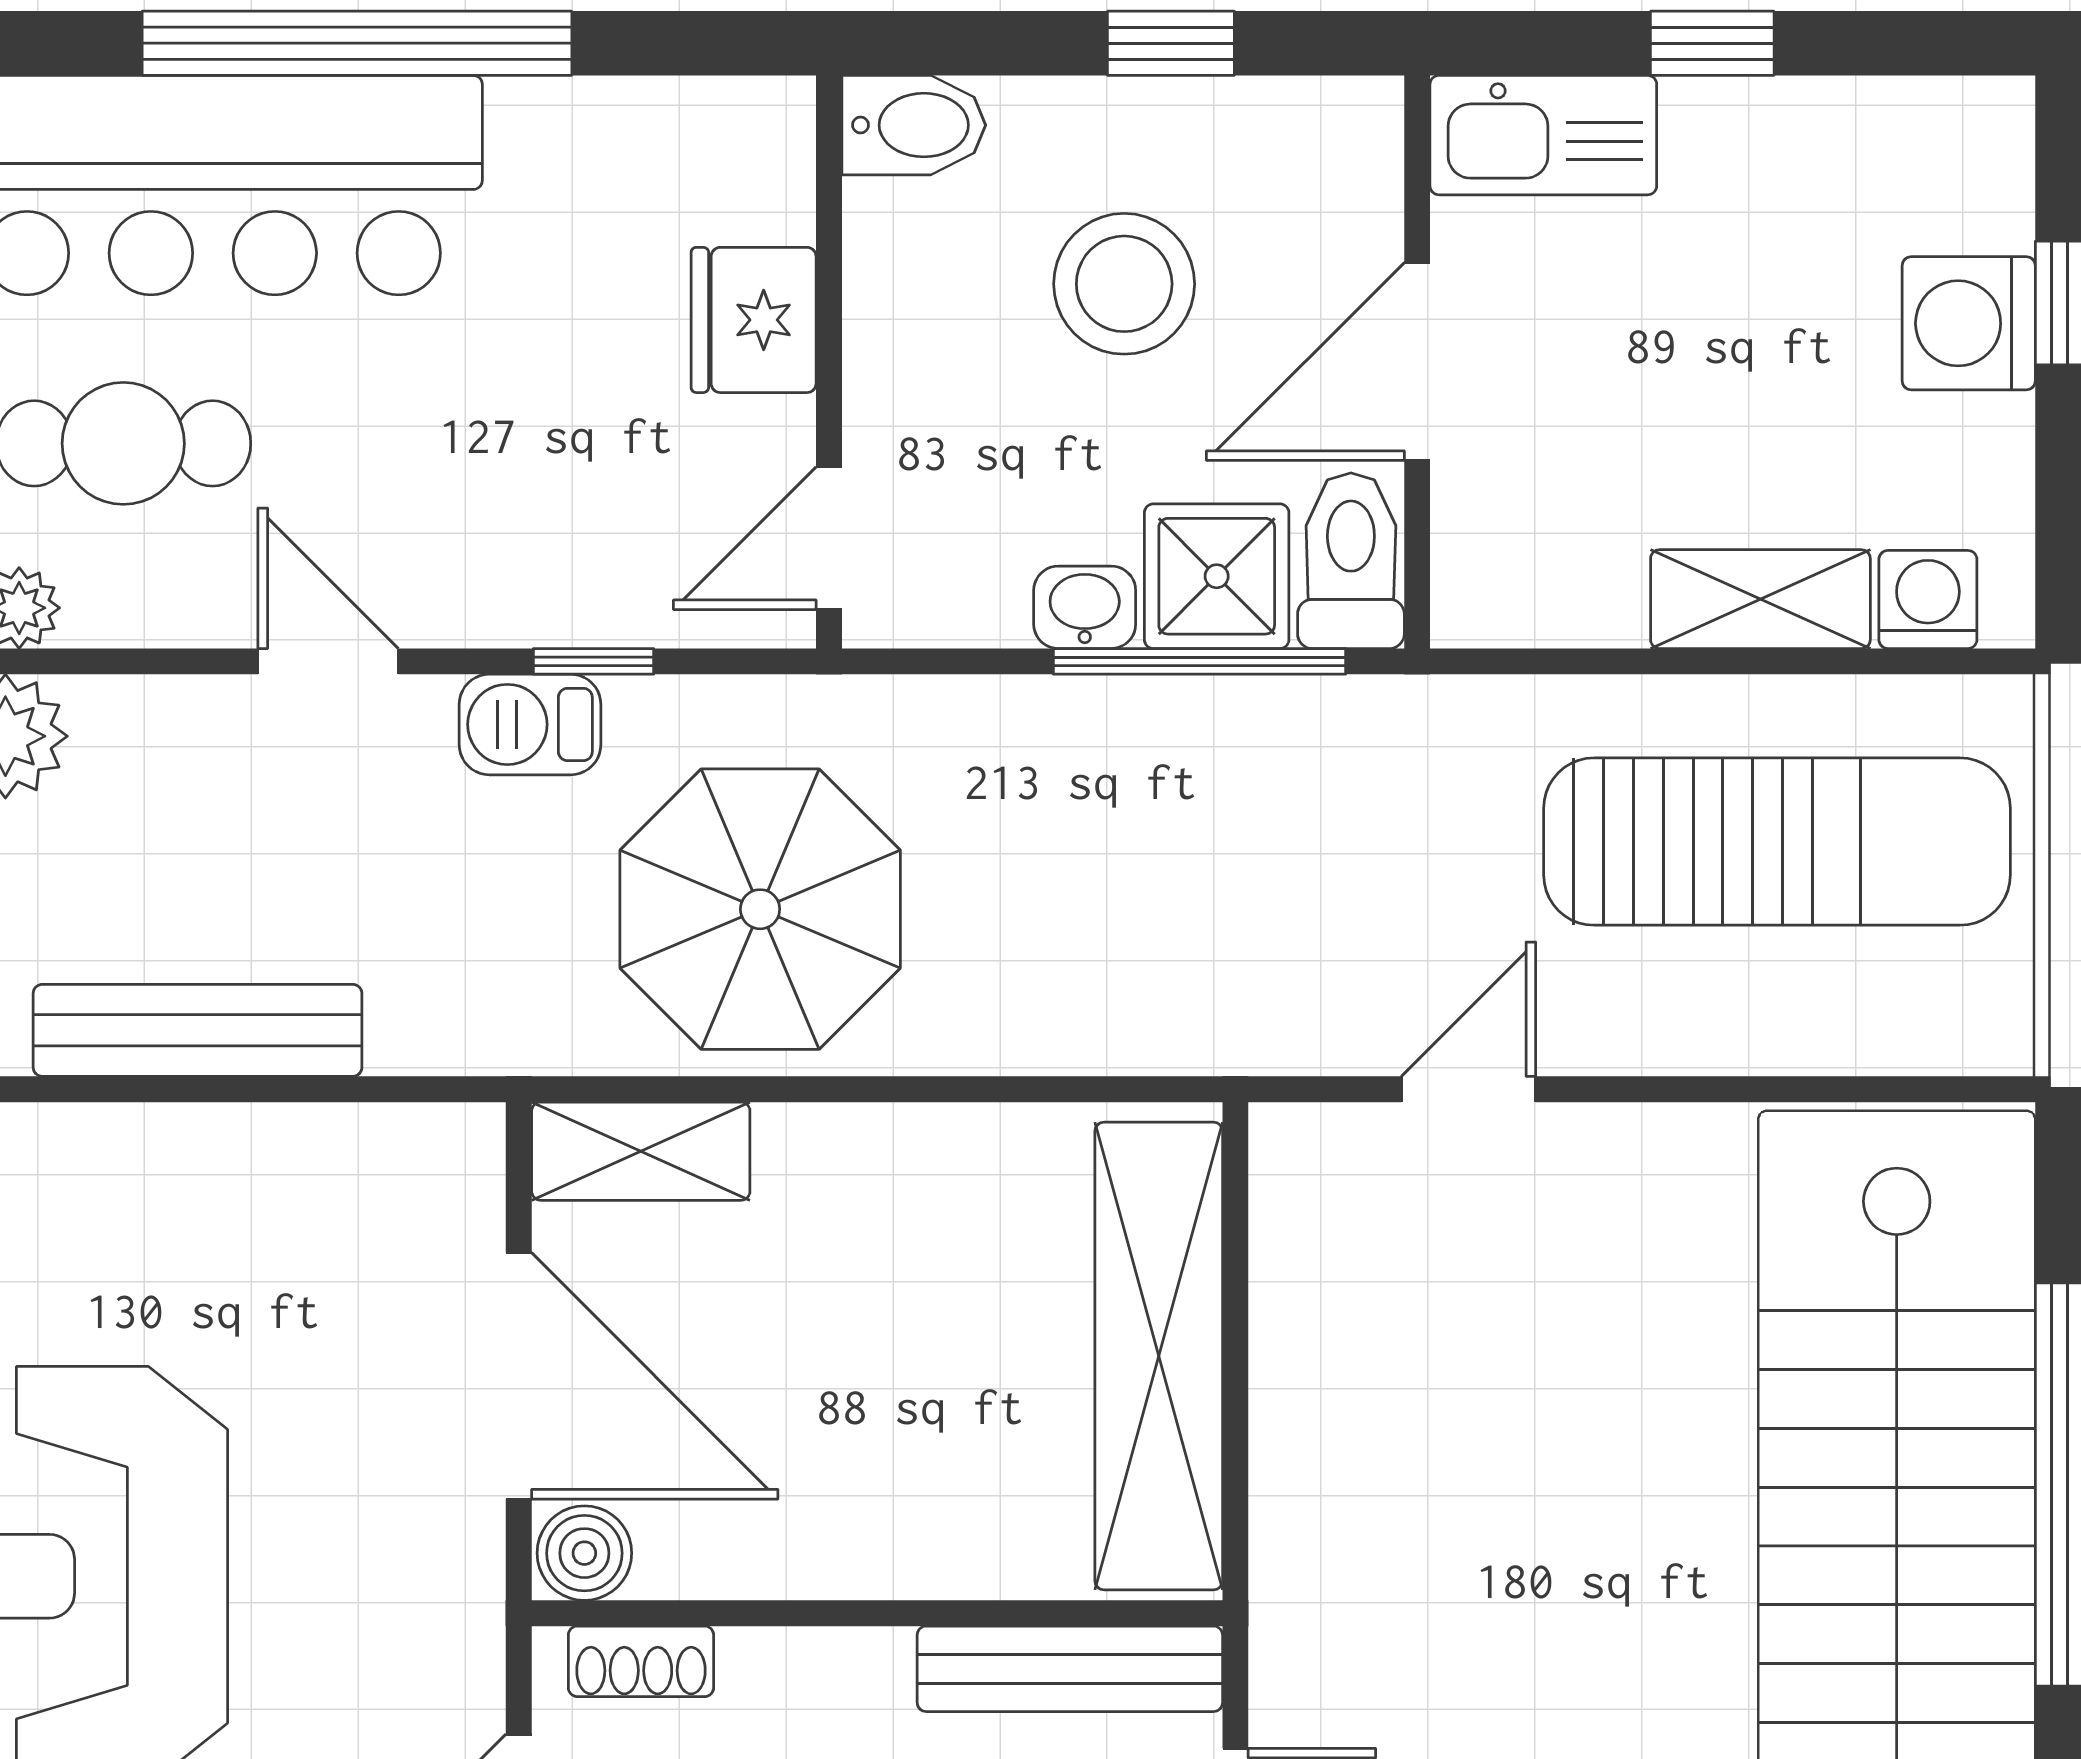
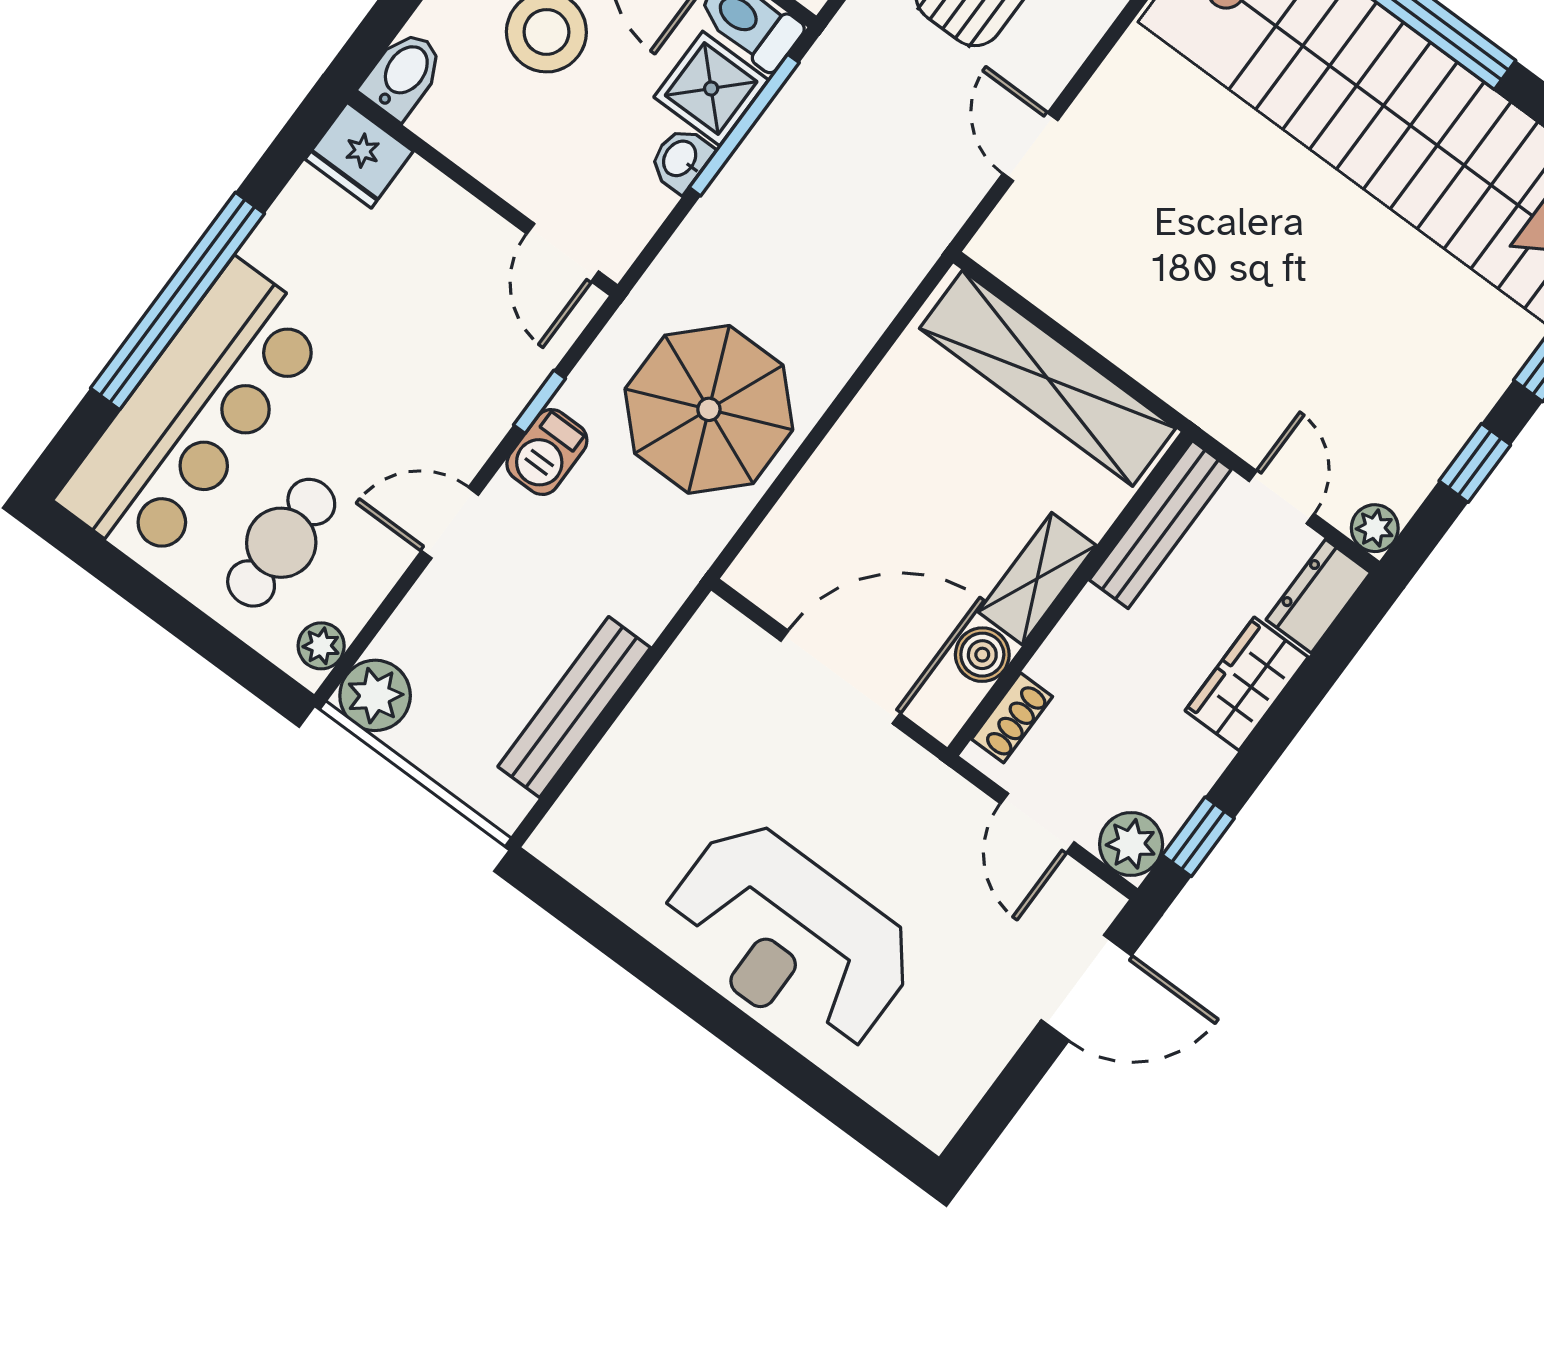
fridge: (754, 320) -> (359, 155), moved
shelving: (641, 1151) -> (1037, 579), moved
boiler: (584, 1553) -> (982, 655), moved

